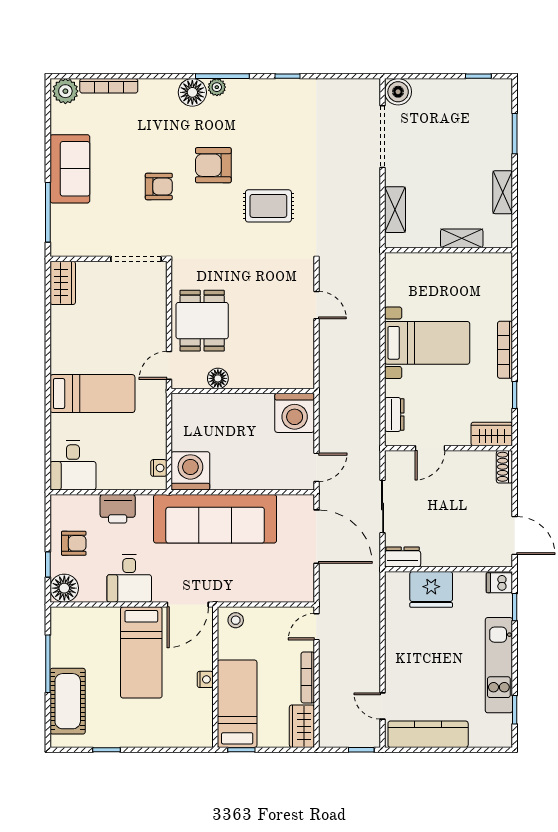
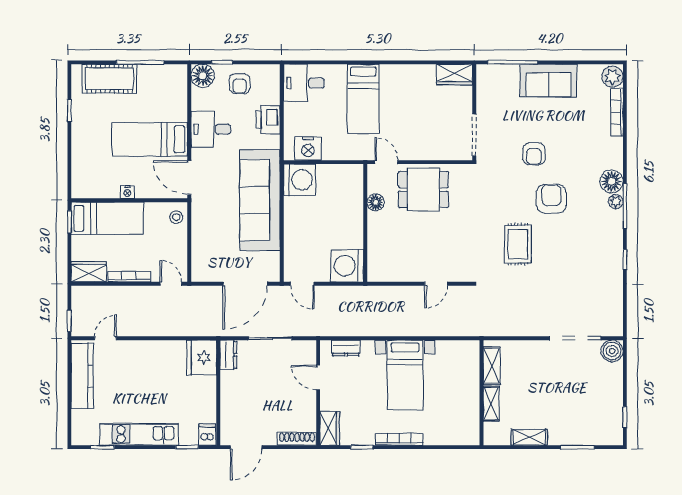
shelving: (395, 210) -> (492, 366), moved, turned 90
shoe rack: (504, 467) -> (297, 439), width x1.43
nightstand: (159, 468) -> (308, 149), width x1.89, depth x1.79
fridge: (431, 589) -> (202, 358), moved

